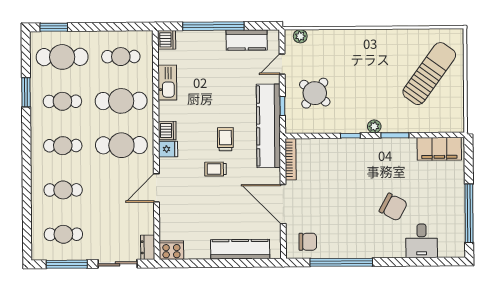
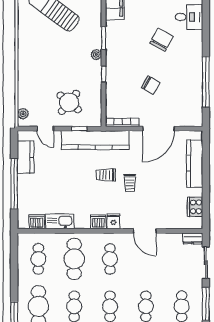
dishwasher: (167, 40) -> (37, 222), moved
cafe table: (121, 145) -> (110, 259), width x0.73, depth x0.74
chair: (308, 242) -> (151, 85), moved, turned 120
cooker: (171, 250) -> (195, 207), moved

